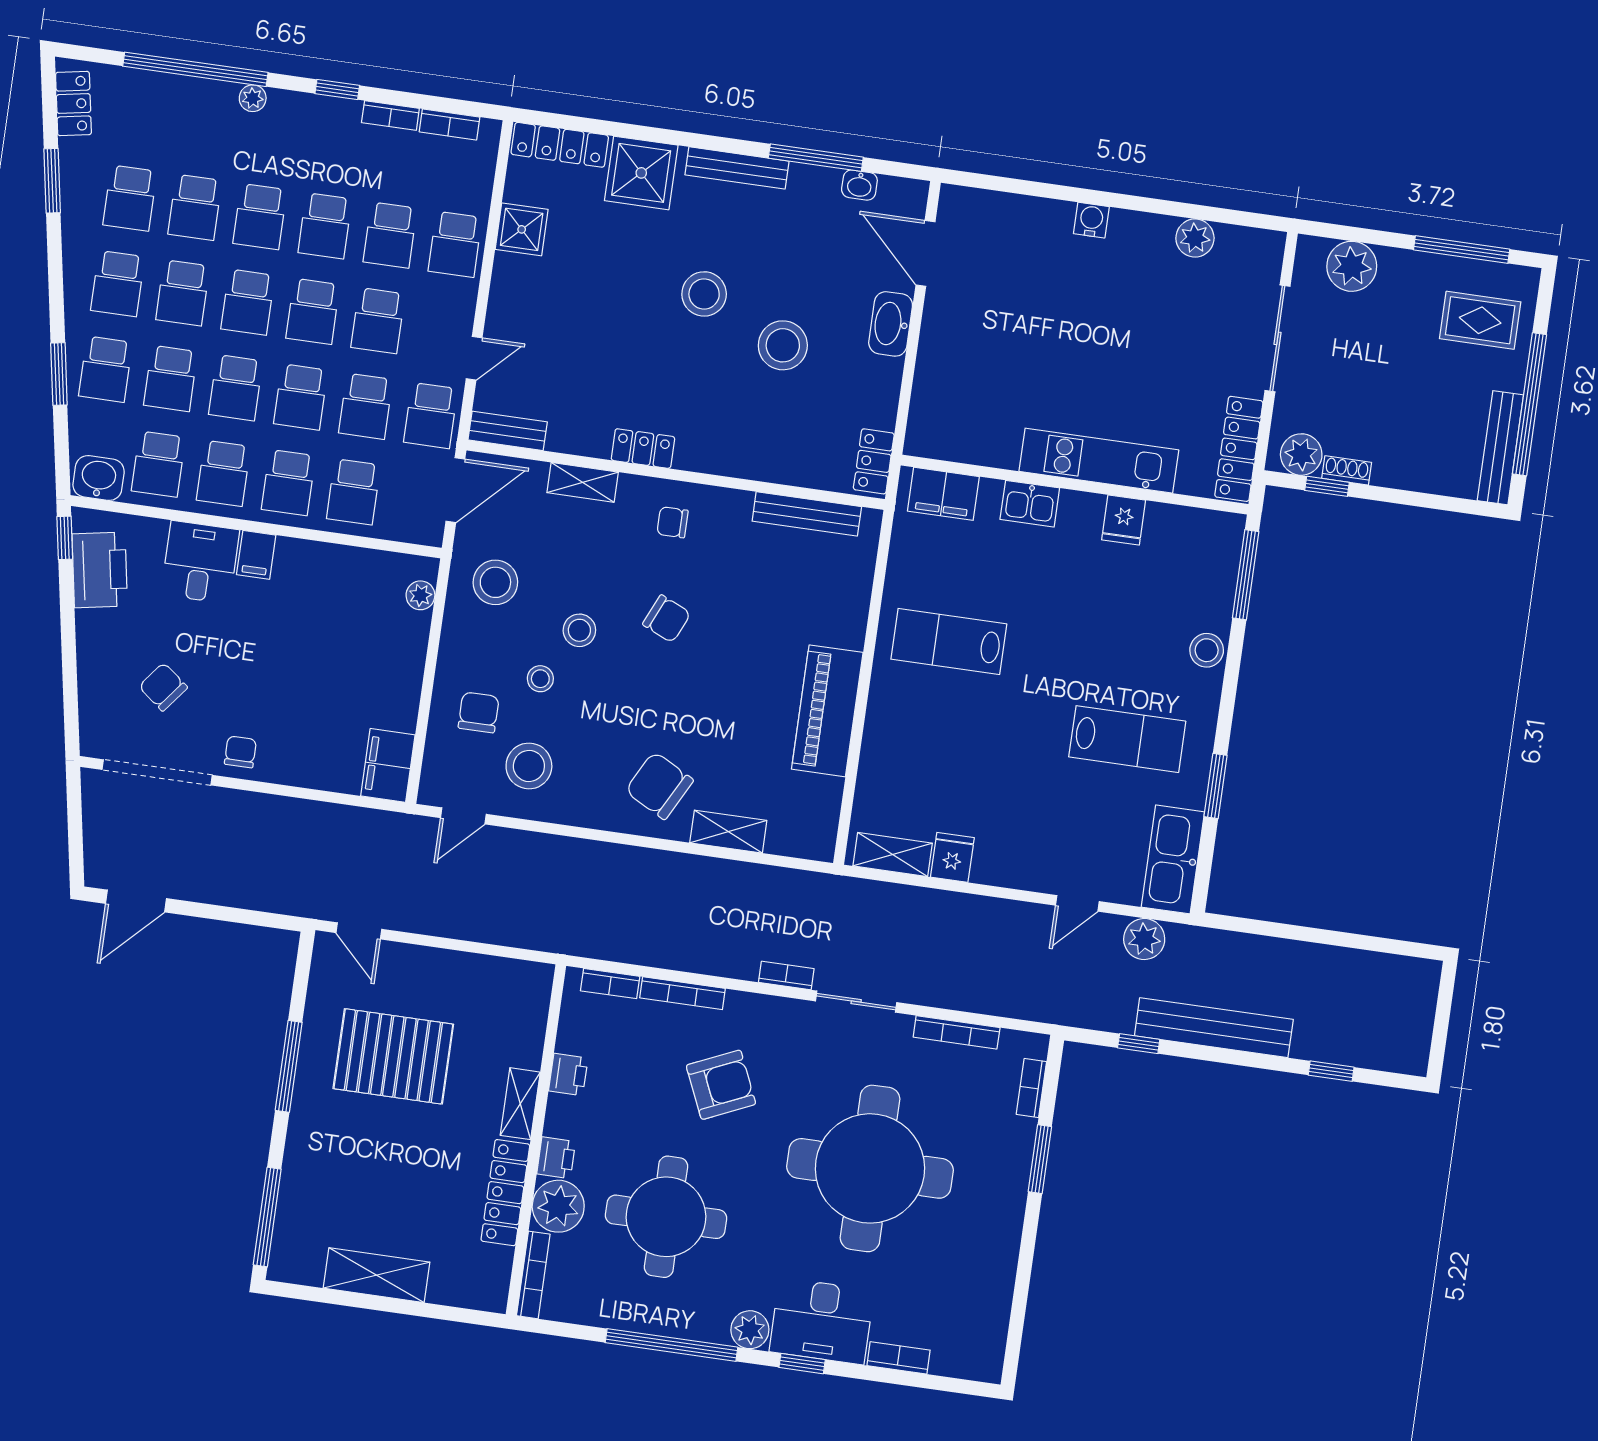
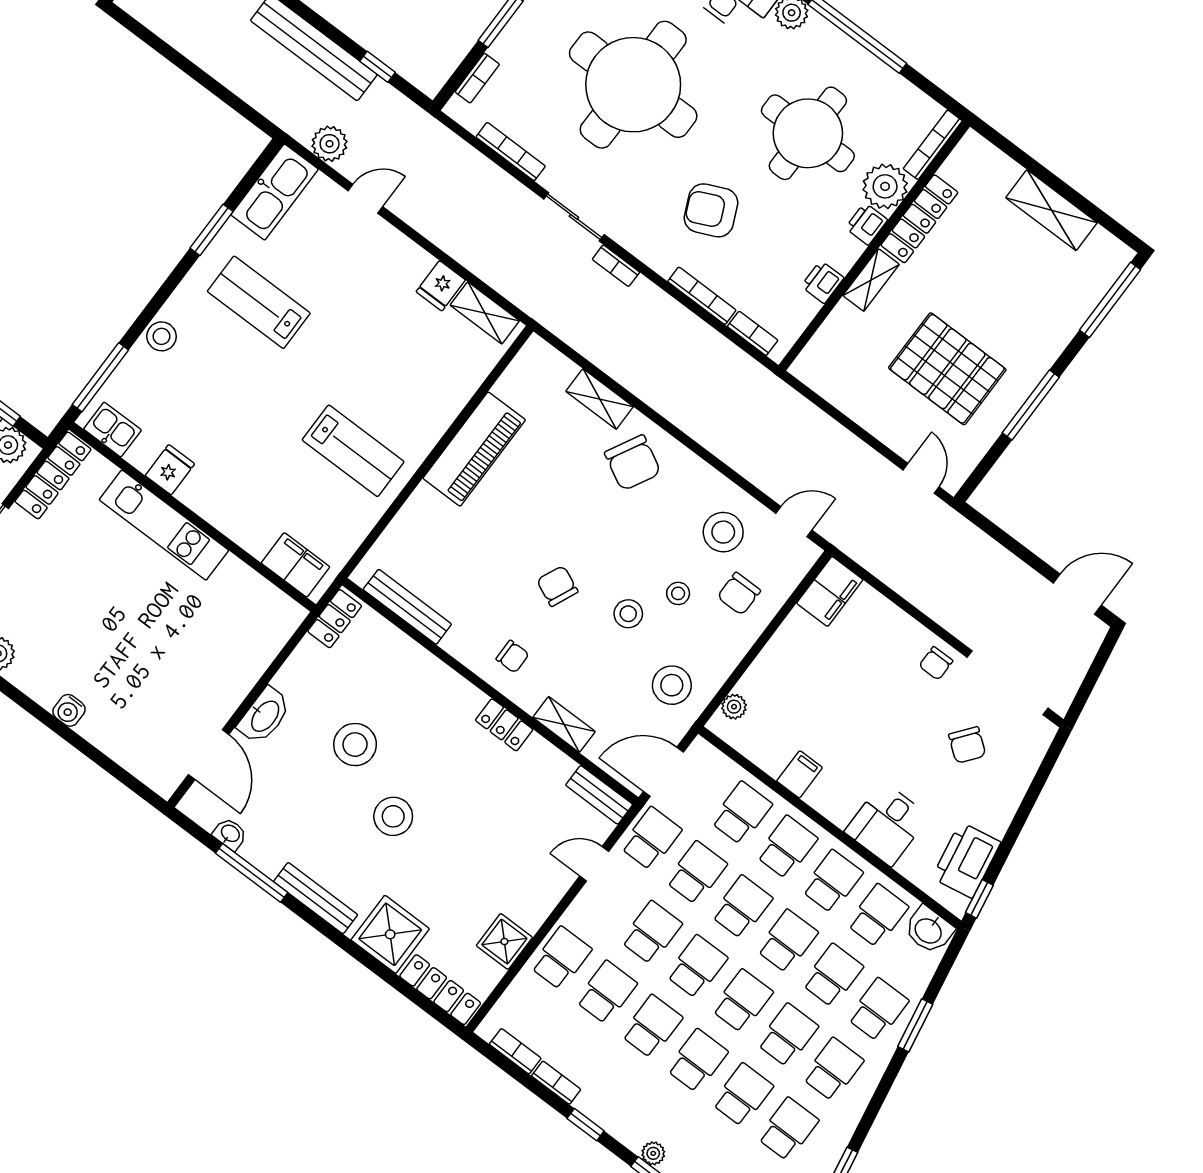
kitchen sink: (1030, 504) -> (112, 430), moved
filing cabinet: (256, 555) -> (800, 774), moved

